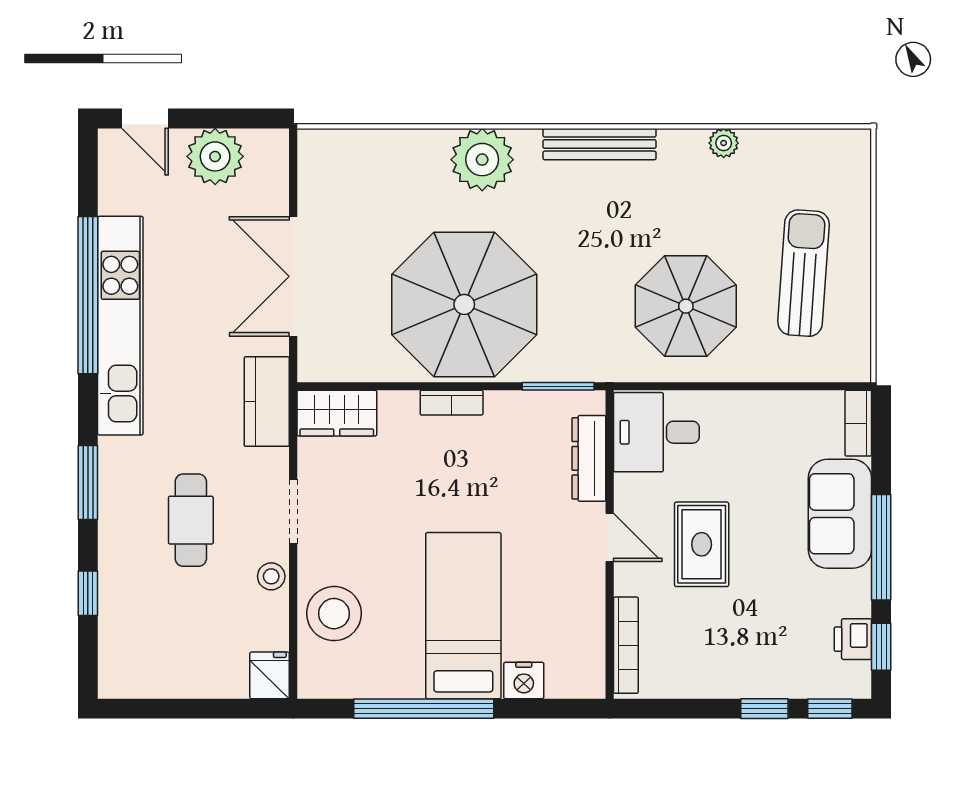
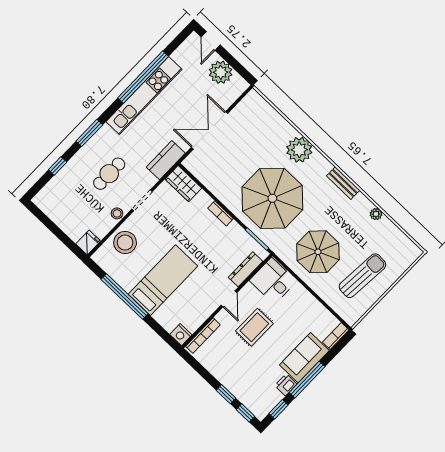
bench: (600, 144) -> (343, 183), width x0.73
parasol: (464, 304) -> (272, 198), moved
printer: (853, 639) -> (286, 385), moved
nightstand: (524, 680) -> (181, 335), moved

